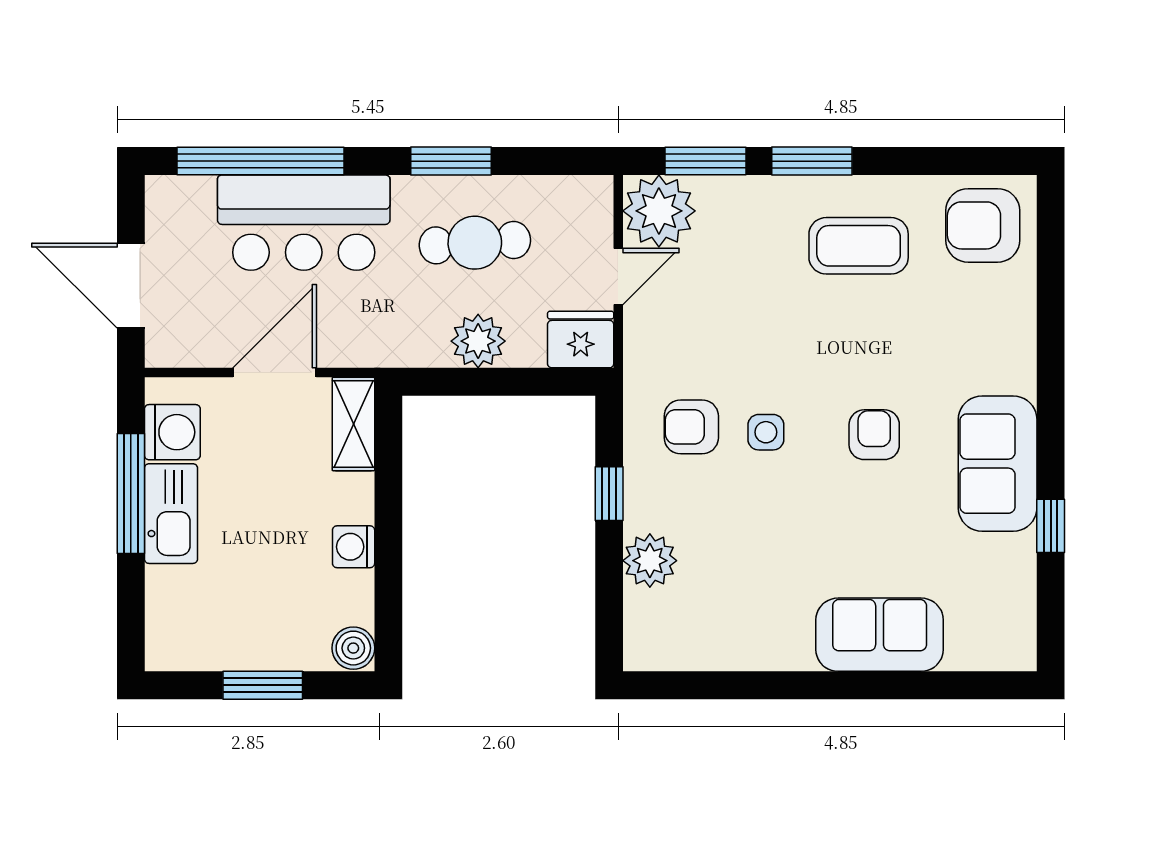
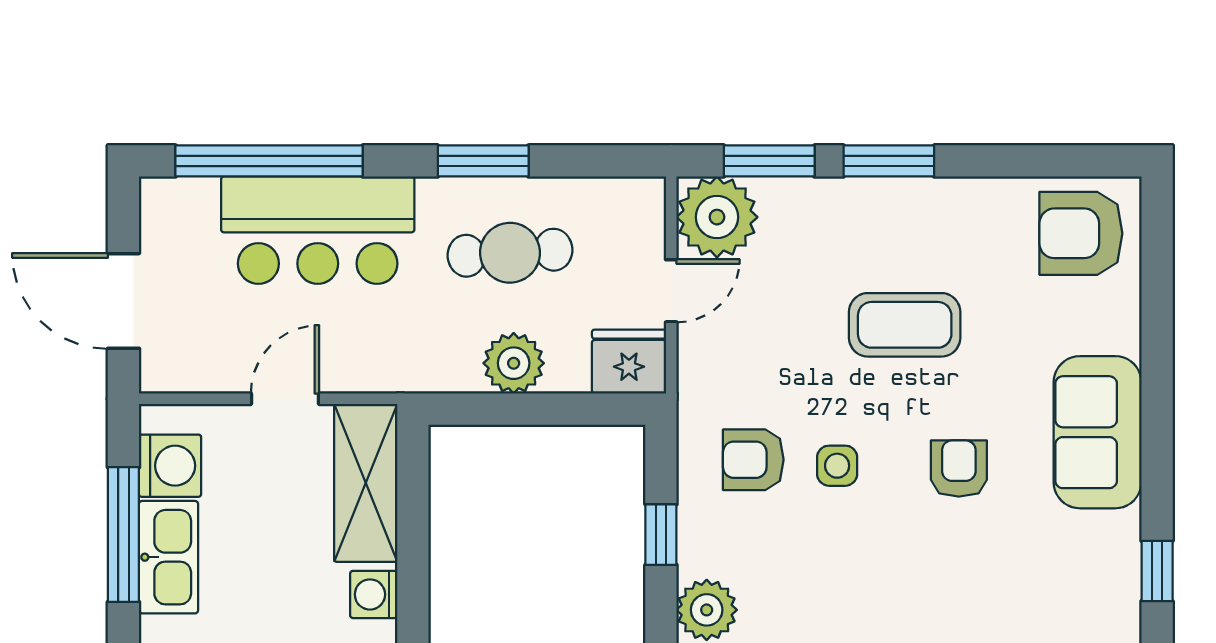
coffee table: (859, 246) -> (905, 325), moved
door: (275, 373) -> (285, 399), width x0.73
shelving: (353, 424) -> (366, 483), width x1.50, depth x1.33
sofa: (998, 464) -> (1098, 432), moved

